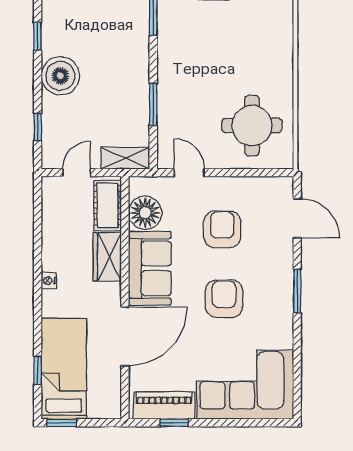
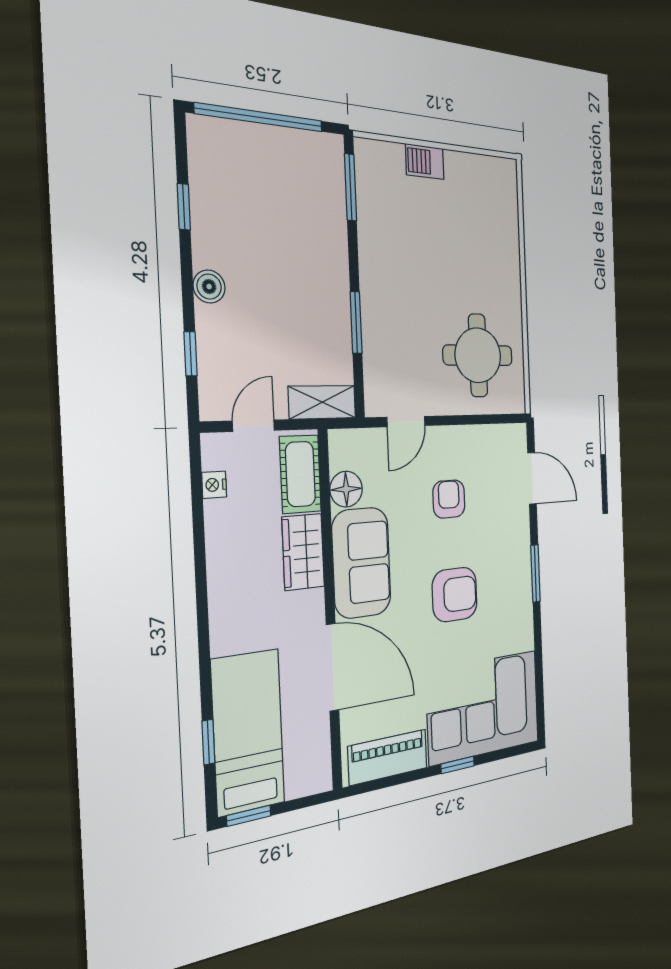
boiler: (60, 76) -> (209, 287), width x0.54, depth x0.54
door: (189, 173) -> (406, 422), swing flipped
floor lamp: (145, 213) -> (346, 489), width x0.73, depth x0.73
armchair: (222, 229) -> (449, 499), width x0.72, depth x0.72
nightstand: (49, 281) -> (214, 485), moved
armchair: (224, 299) -> (455, 594), turned 90
door: (125, 336) -> (333, 667), hinge flipped
window: (174, 423) -> (458, 765), moved

